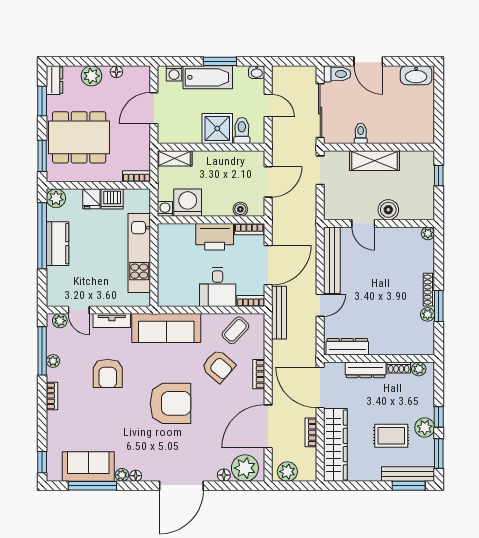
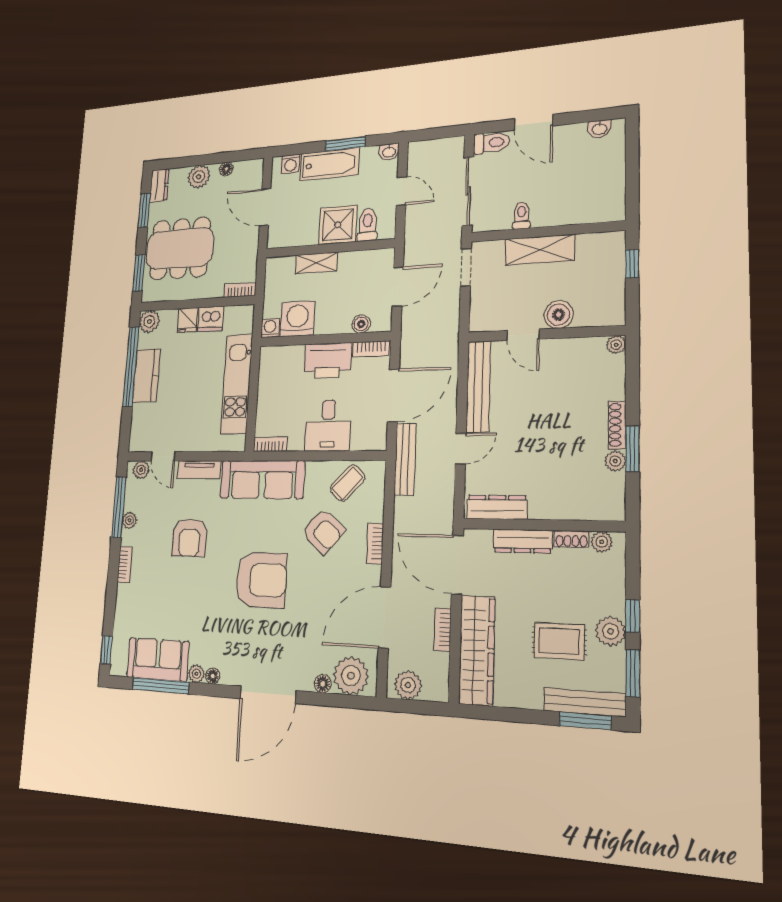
washbasin: (416, 75) -> (599, 129), width x0.52, depth x0.69
door: (154, 108) -> (265, 207), hinge flipped
shelving: (175, 158) -> (316, 263), moved
bookcase: (251, 301) -> (270, 444), moved

